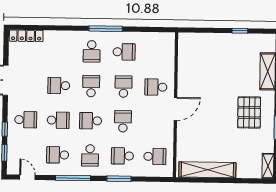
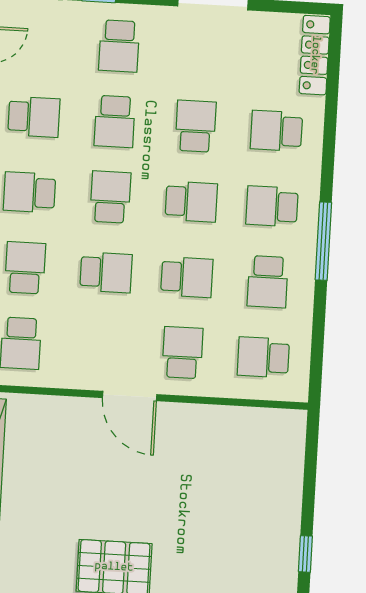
school desk: (59, 51) -> (276, 131), added
school desk: (156, 52) -> (263, 357), added
school desk: (58, 155) -> (34, 117), turned 90

